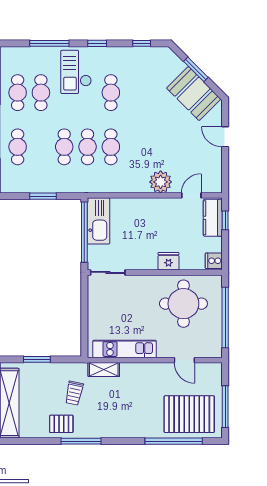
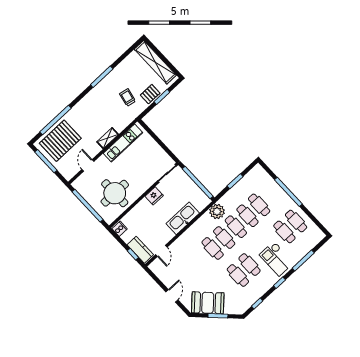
checkout: (76, 72) -> (277, 259), turned 180
cafe table: (134, 93) -> (238, 275), added
door: (225, 137) -> (172, 296), hinge flipped
cafe table: (18, 147) -> (259, 205), moved
cafe table: (134, 147) -> (213, 248), added
plant: (161, 182) -> (217, 211), moved
kitchen sink: (99, 221) -> (183, 218), moved, turned 90
fridge: (168, 261) -> (154, 196), moved
door: (184, 360) -> (88, 165), hinge flipped
shelving: (104, 369) -> (108, 138), moved
pallet: (61, 424) -> (150, 94), moved

